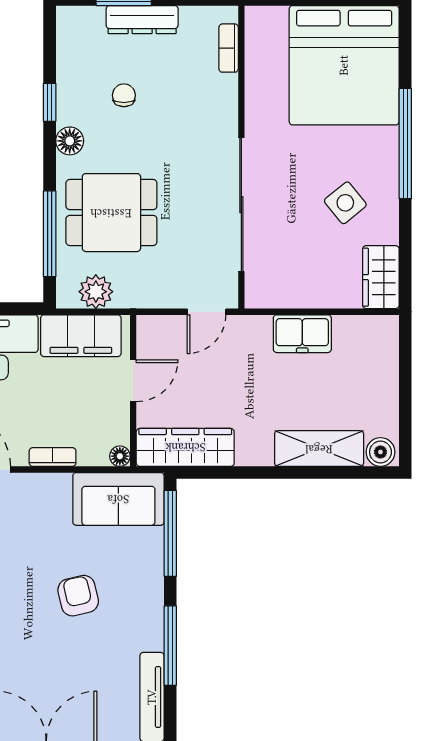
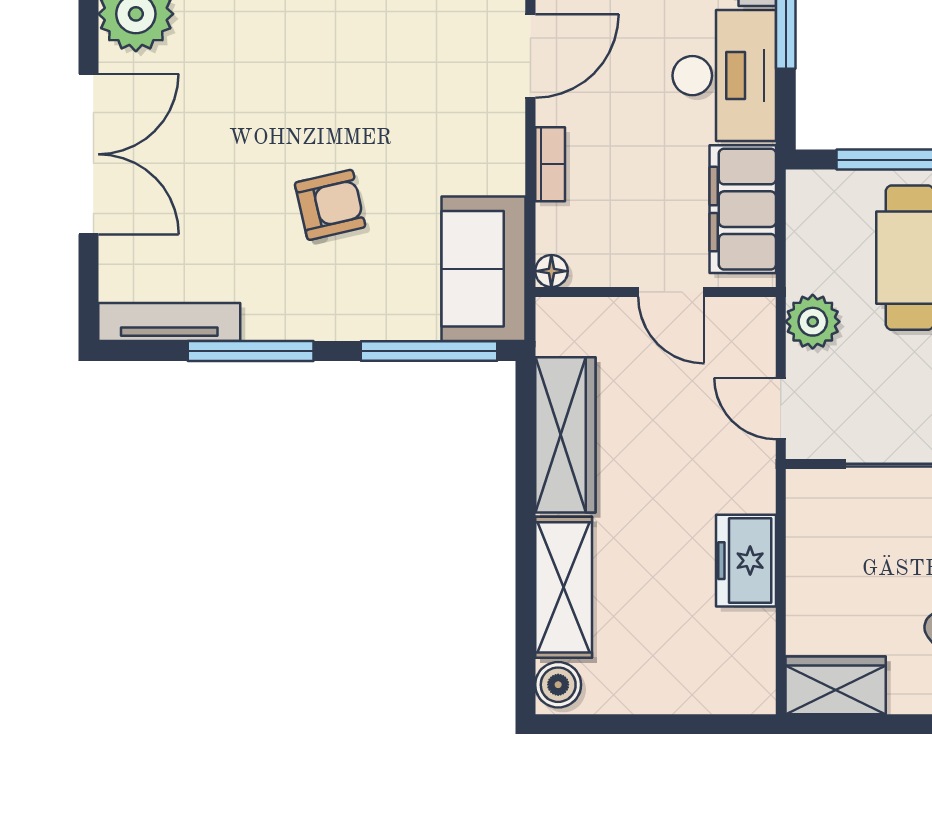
plant: (96, 292) -> (813, 322), moved
wardrobe: (185, 447) -> (565, 435), moved

